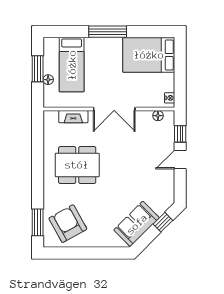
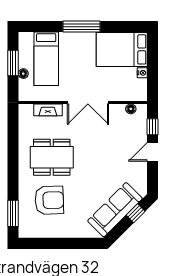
nightstand: (170, 98) -> (142, 73), moved
armchair: (68, 224) -> (49, 200), moved, turned 117
sofa: (137, 224) -> (115, 210), width x1.36

